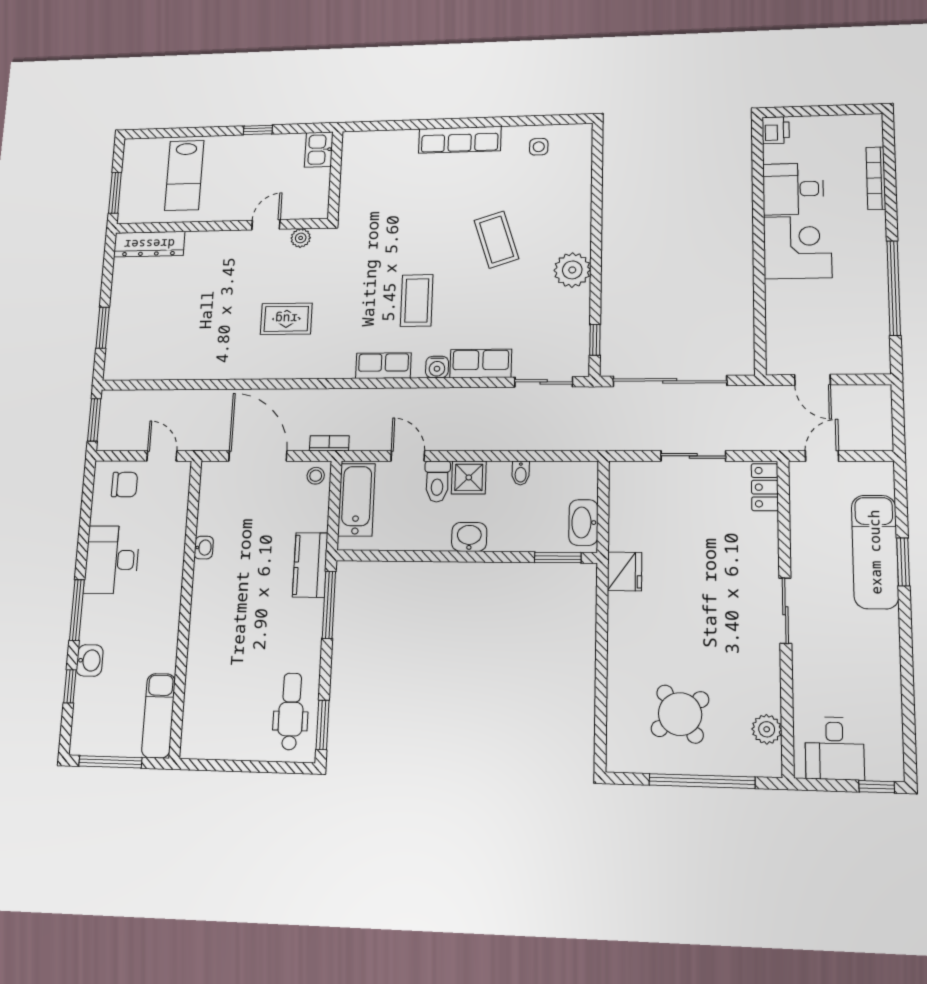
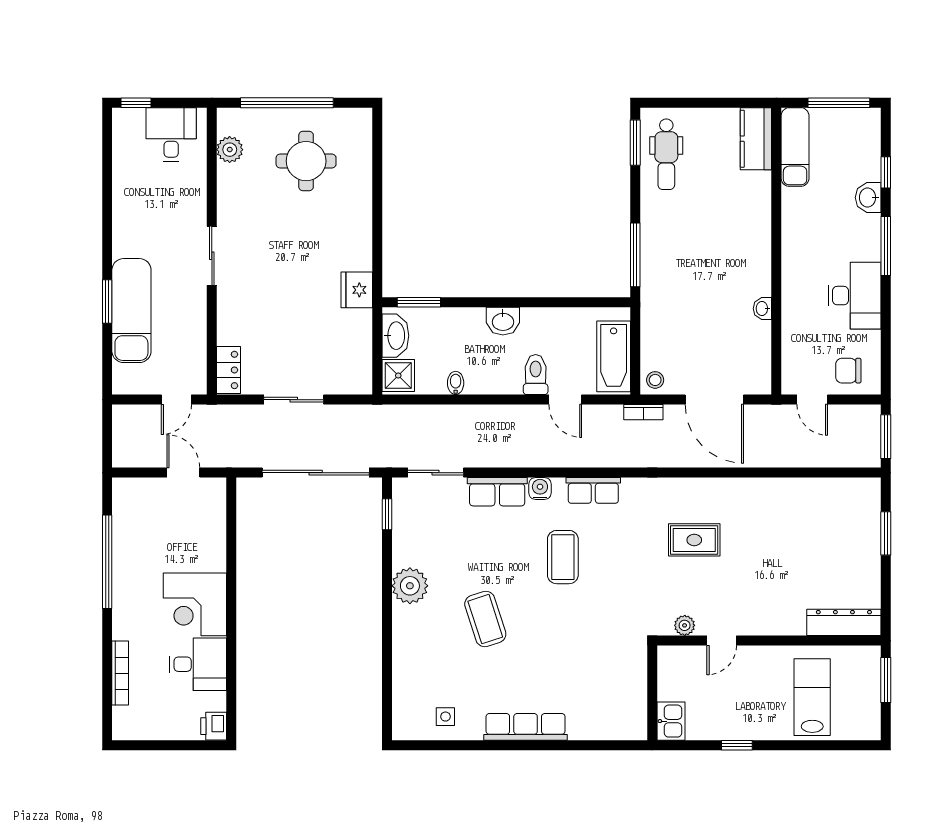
shower: (469, 477) -> (398, 376), moved
kitchen counter: (310, 565) -> (756, 139), moved, turned 180
round table: (680, 714) -> (306, 161), turned 36

